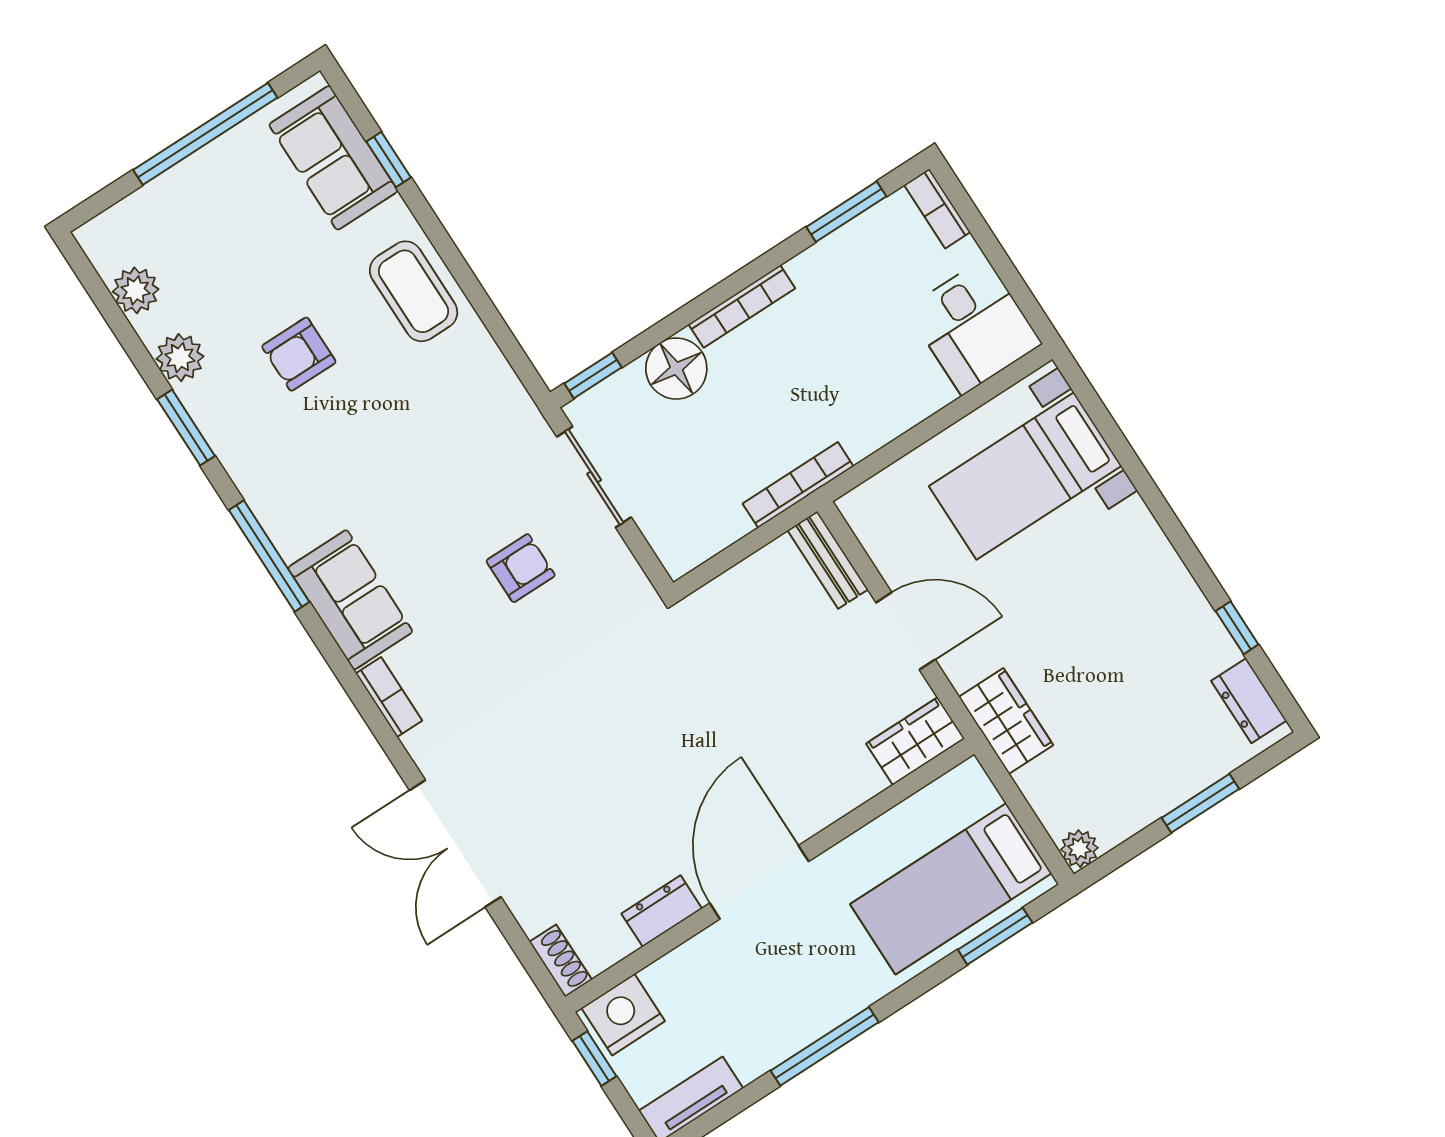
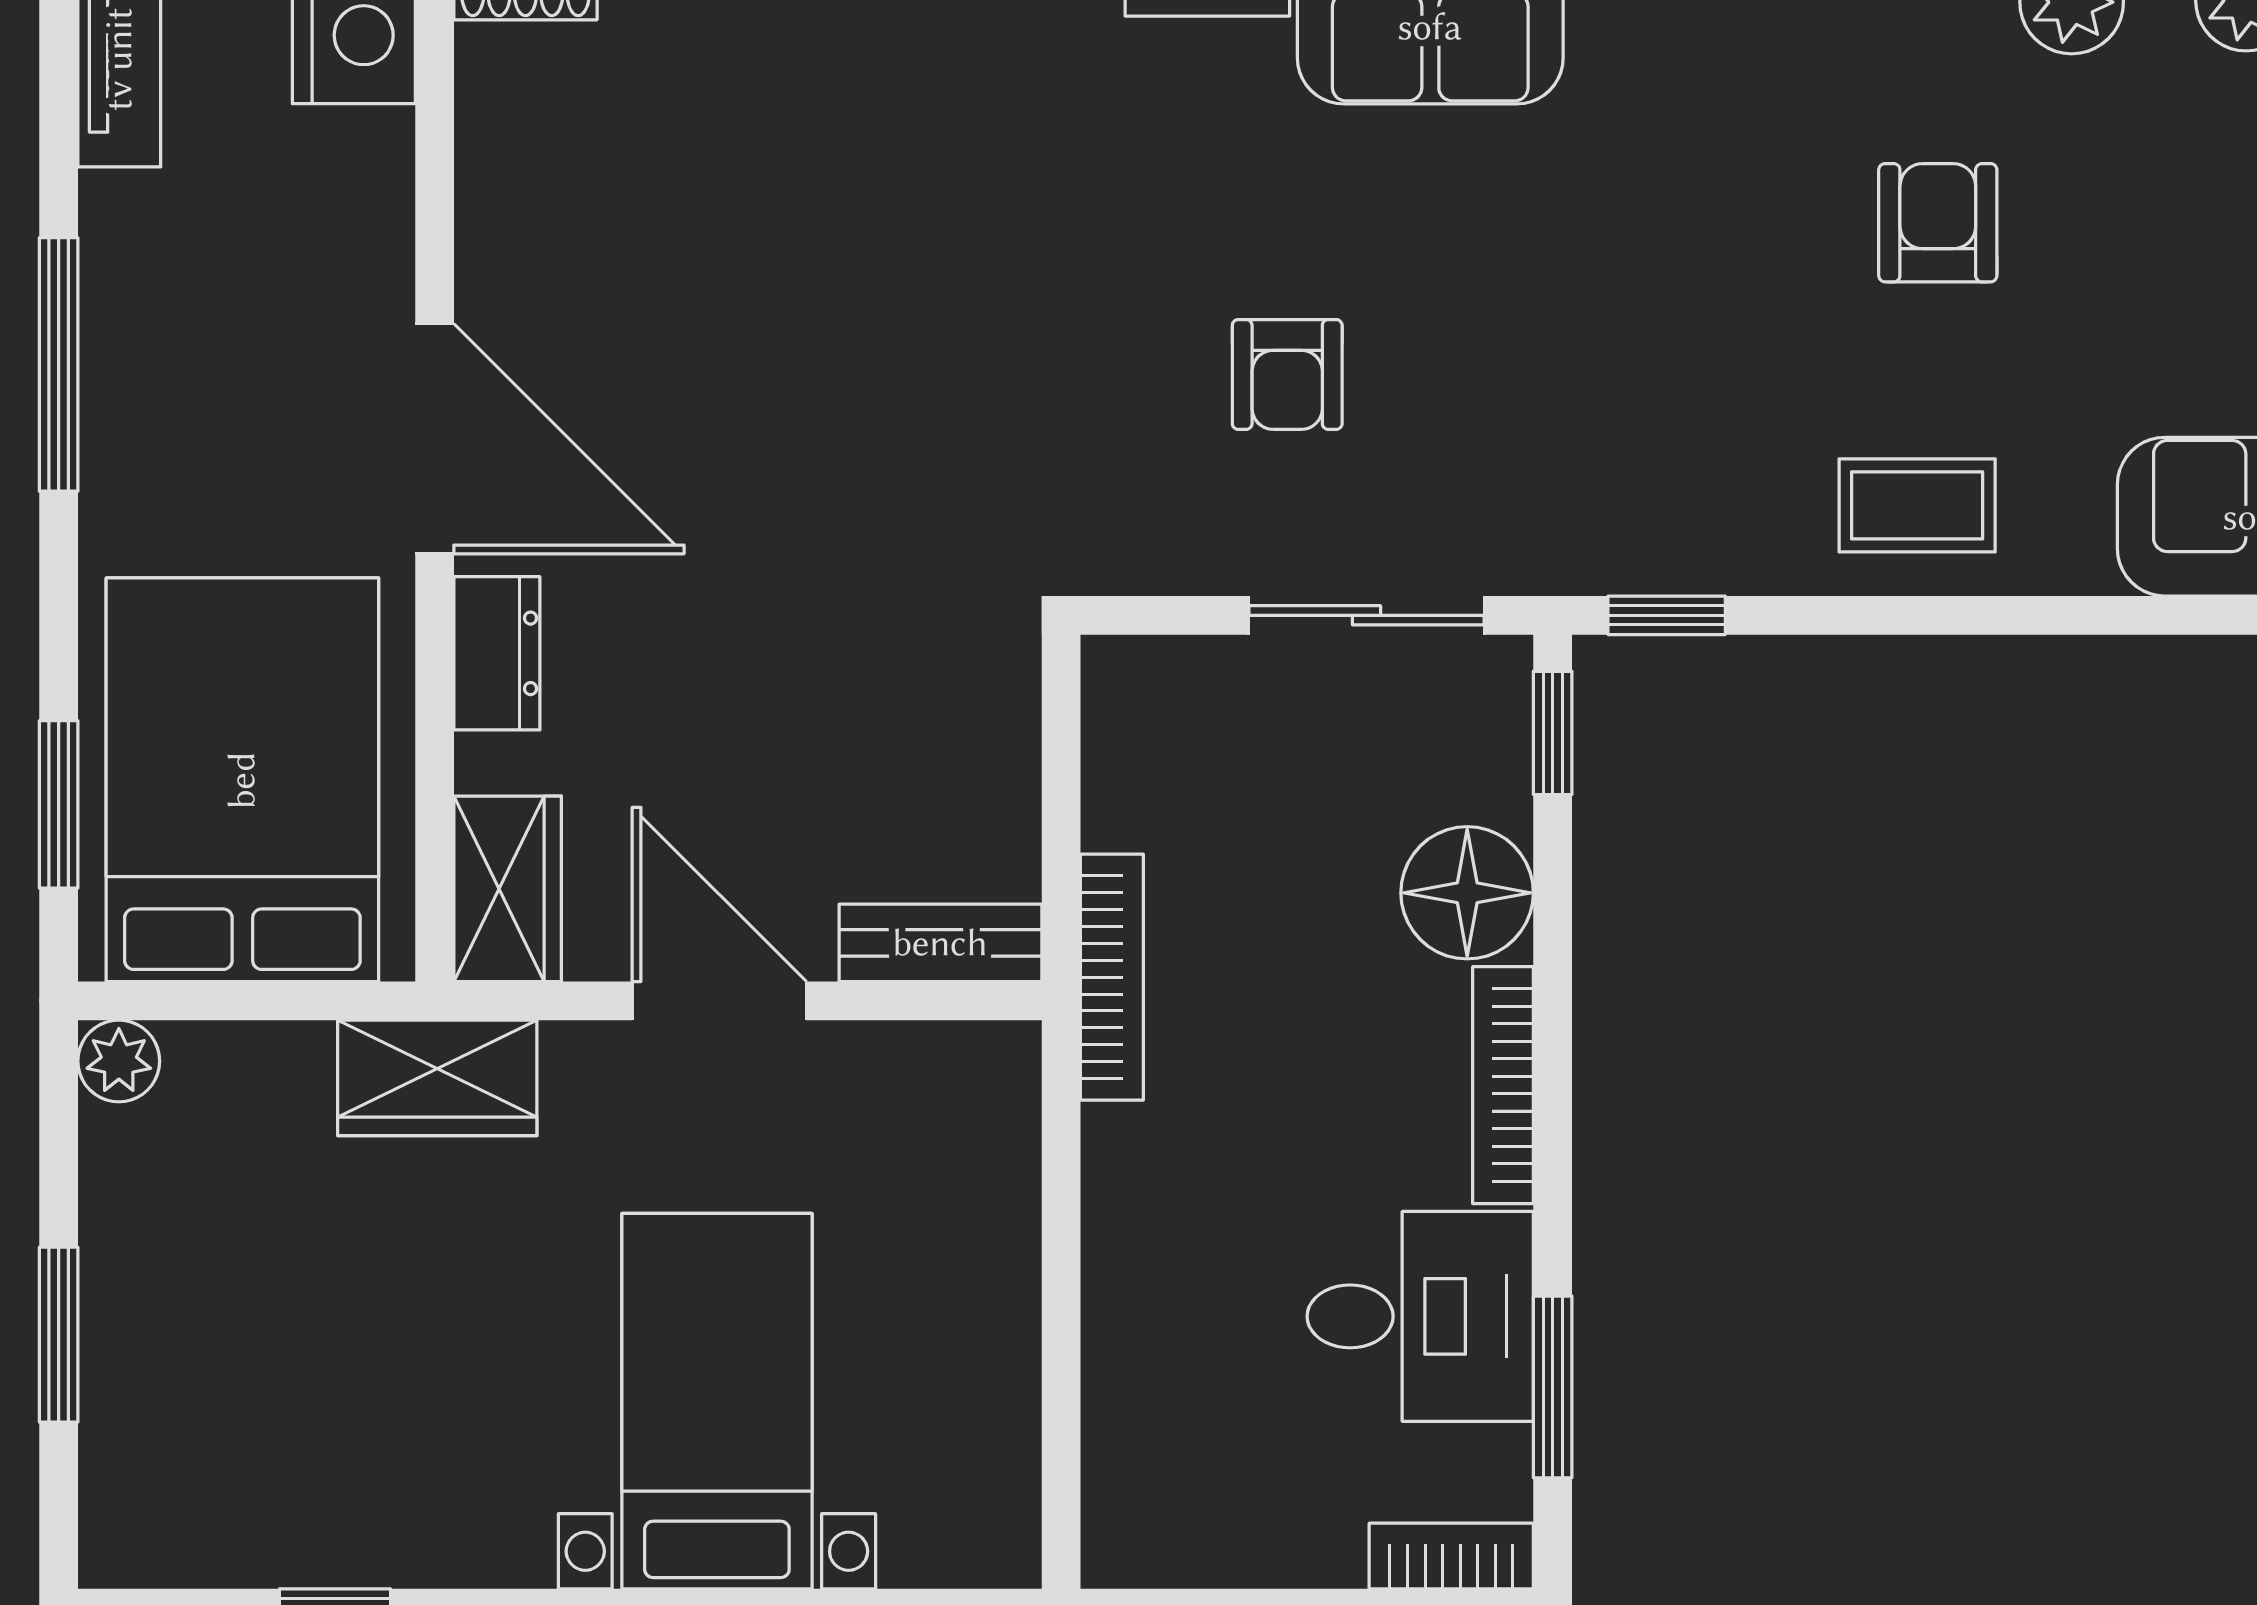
window: (389, 159) -> (1667, 615), moved
coffee table: (414, 291) -> (1917, 505), width x0.73, depth x0.77
desk: (974, 326) -> (1420, 1316), moved, turned 180
bed with nightstands: (1025, 476) -> (717, 1401), moved
door: (906, 631) -> (719, 1001), swing flipped
dresser: (1249, 701) -> (188, 1543), removed
bed: (951, 889) -> (242, 780), width x1.50
dresser: (662, 911) -> (497, 653), moved

